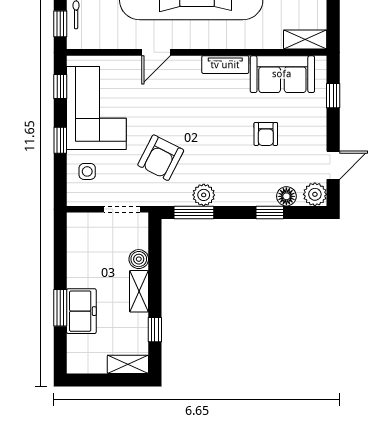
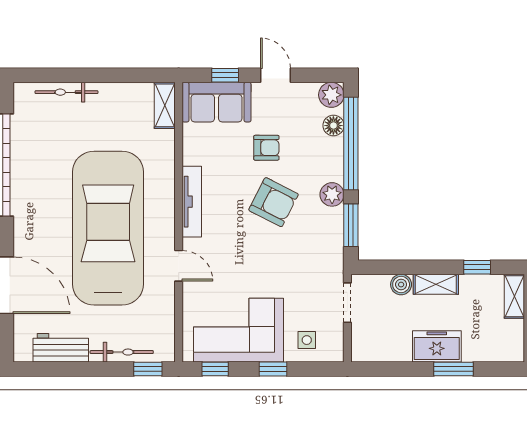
tv unit: (225, 65) -> (192, 202), width x1.41
sofa: (282, 74) -> (217, 102), moved, turned 90
armchair: (161, 158) -> (274, 202), moved
door: (333, 165) -> (275, 75), moved
plant: (204, 195) -> (332, 194), moved
window: (270, 212) -> (351, 143), width x3.17
freezer: (81, 311) -> (437, 346), moved

